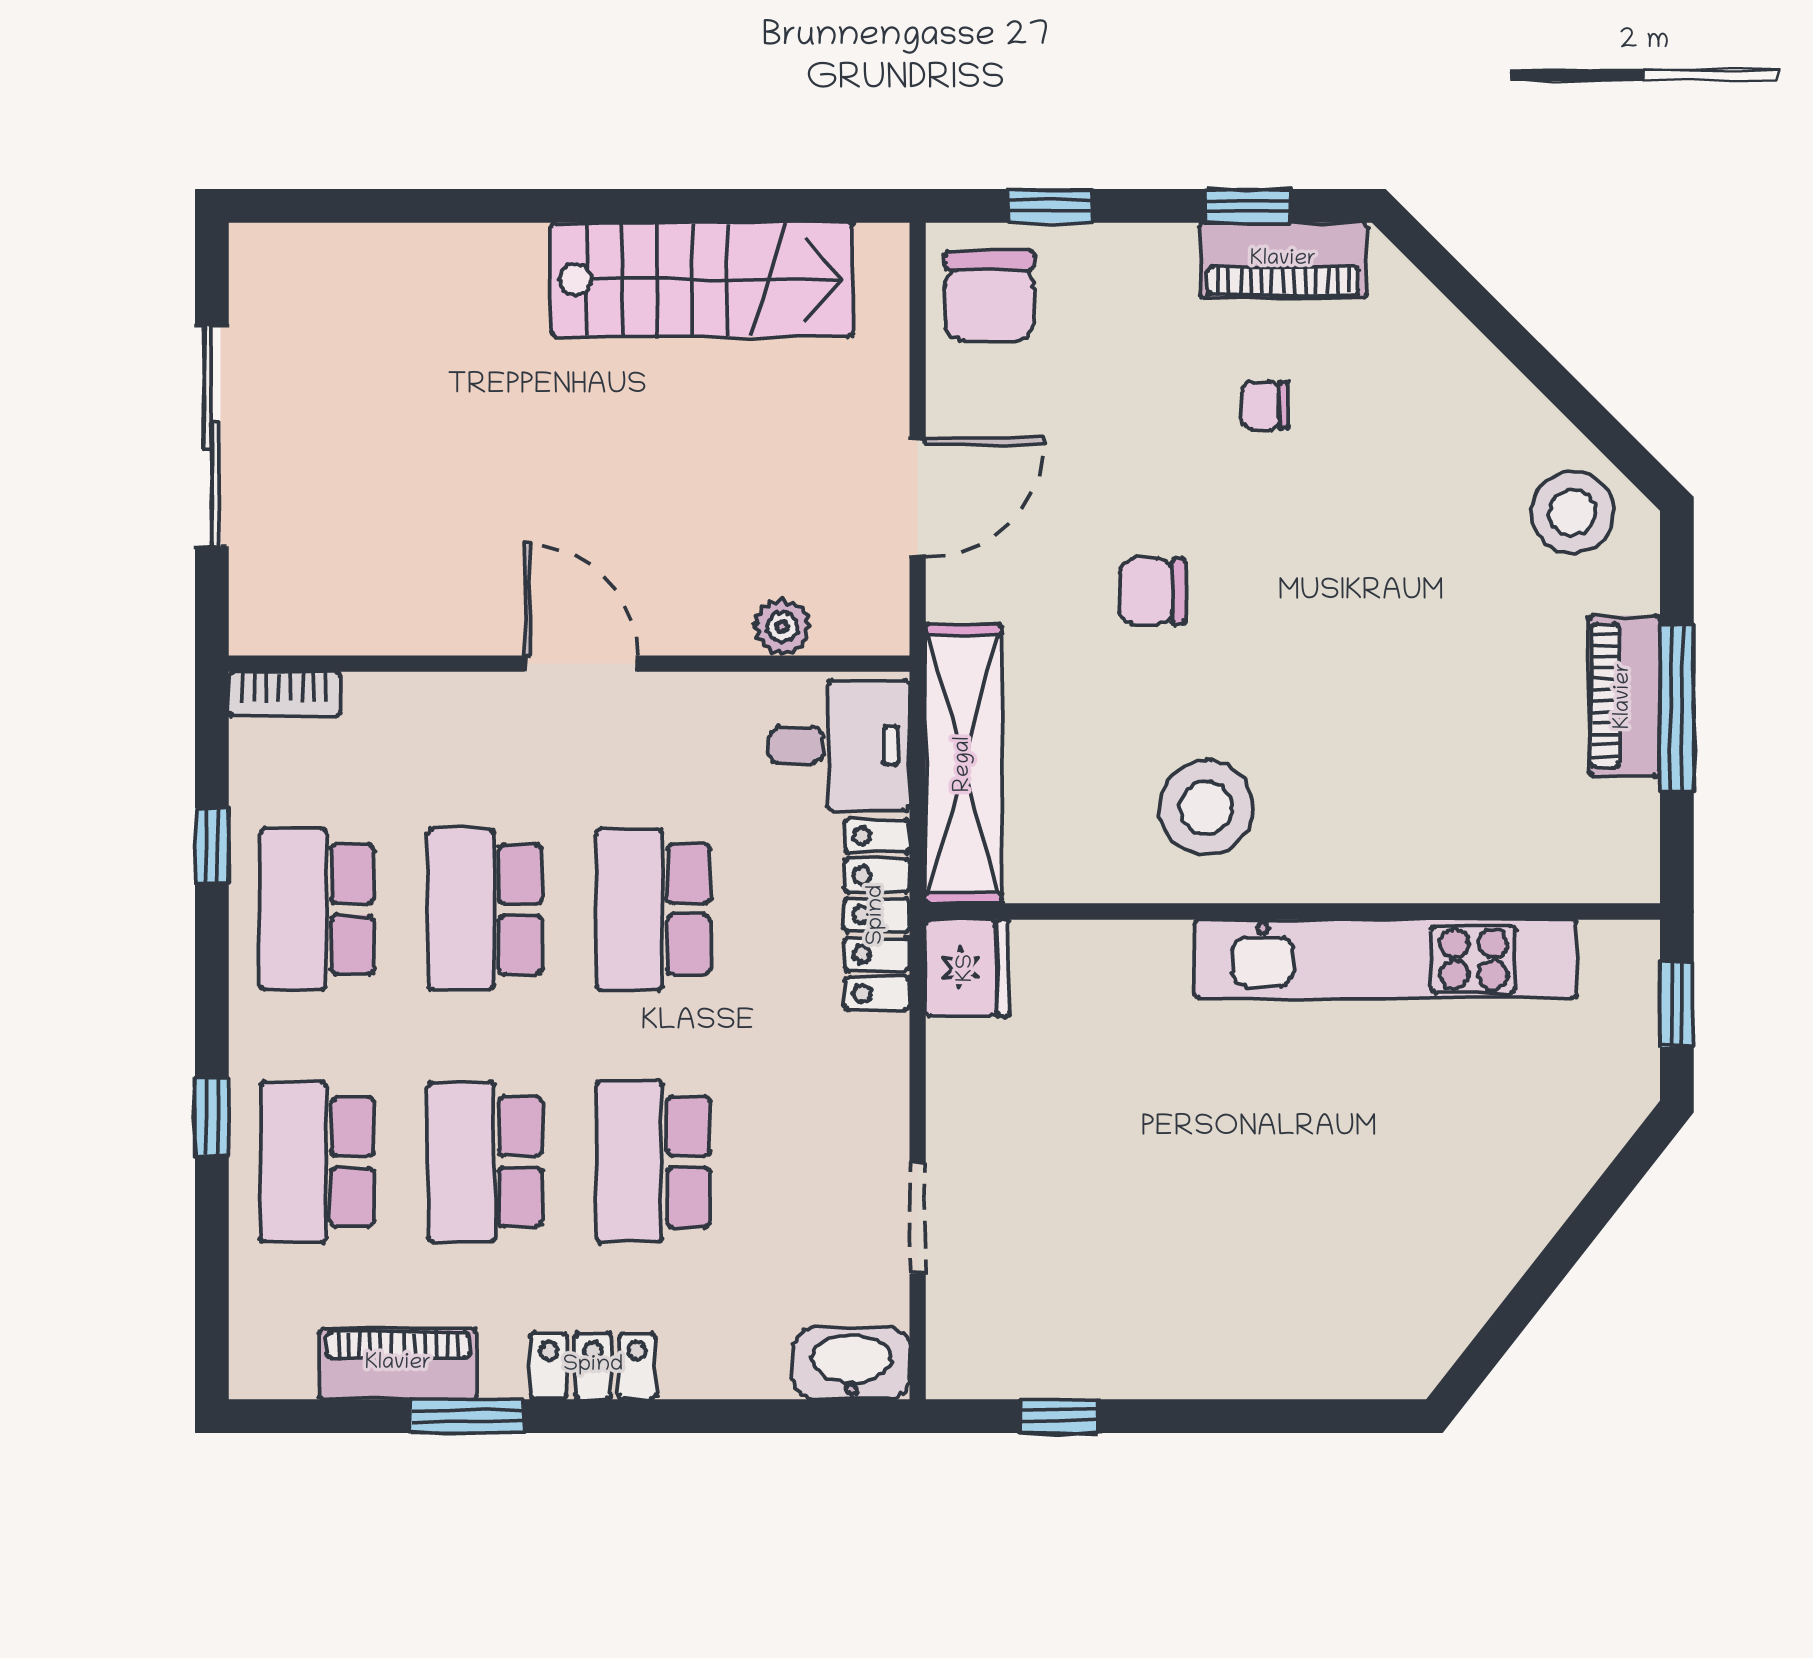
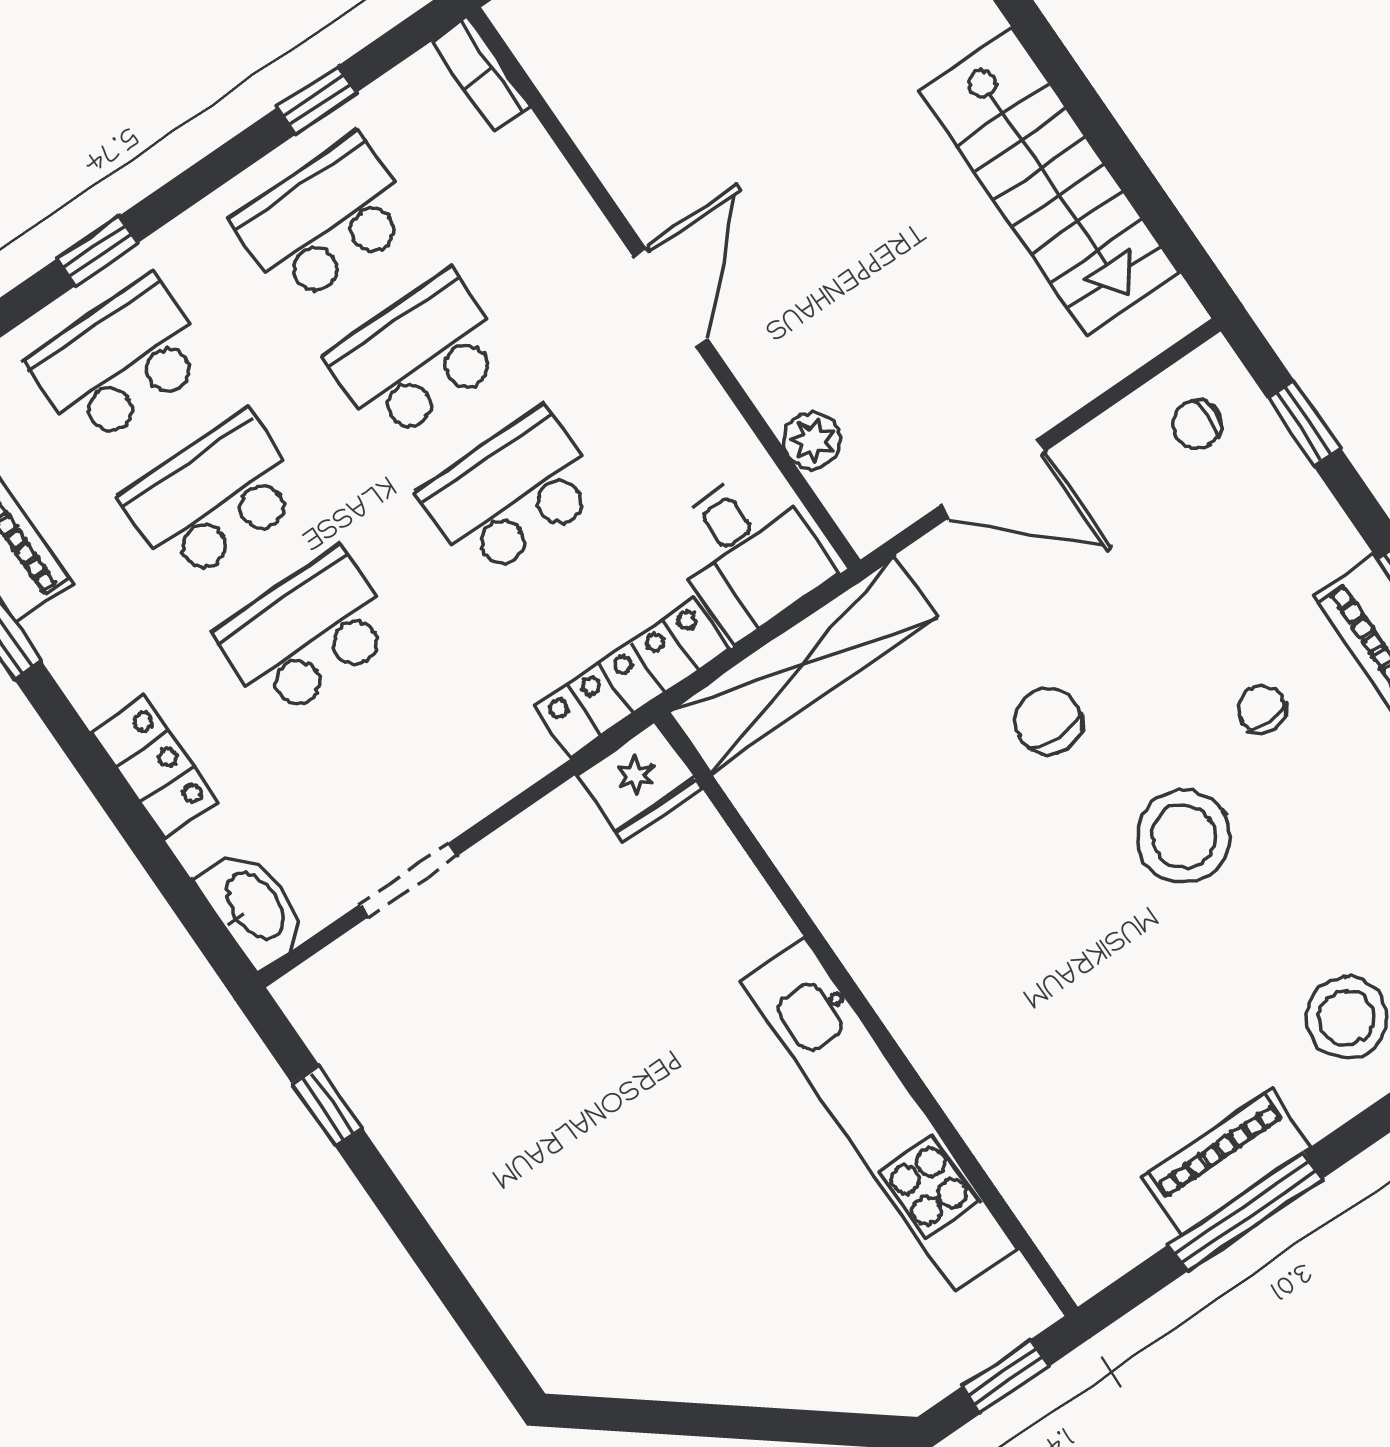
chair: (989, 296) -> (1197, 424), width x0.54, depth x0.54
stool: (1206, 808) -> (1184, 836), moved
locker: (593, 1366) -> (154, 767), moved

